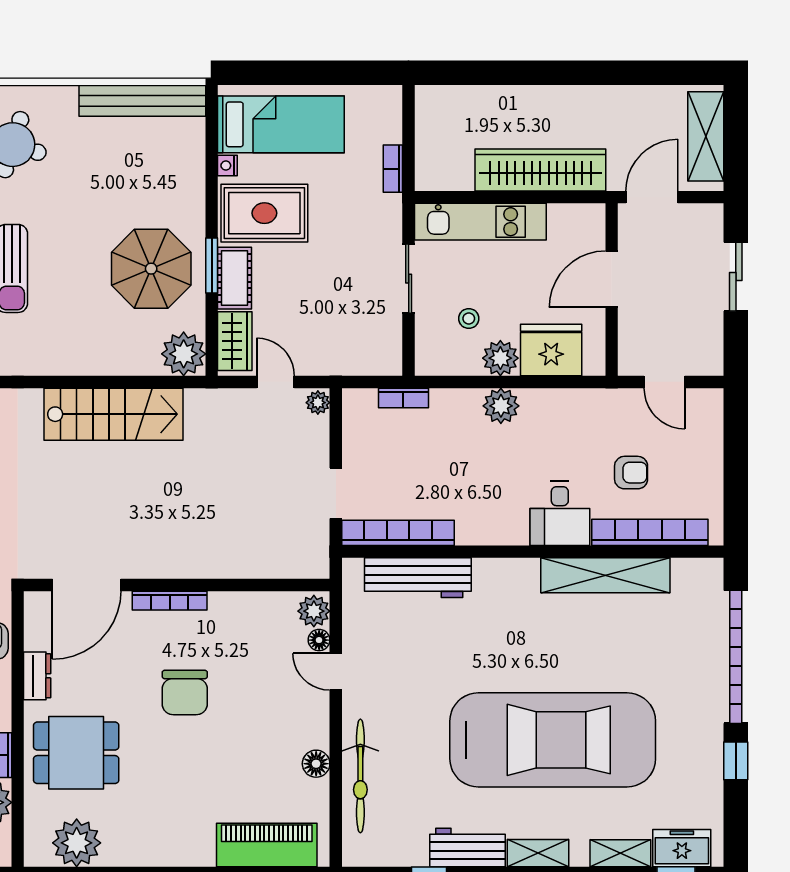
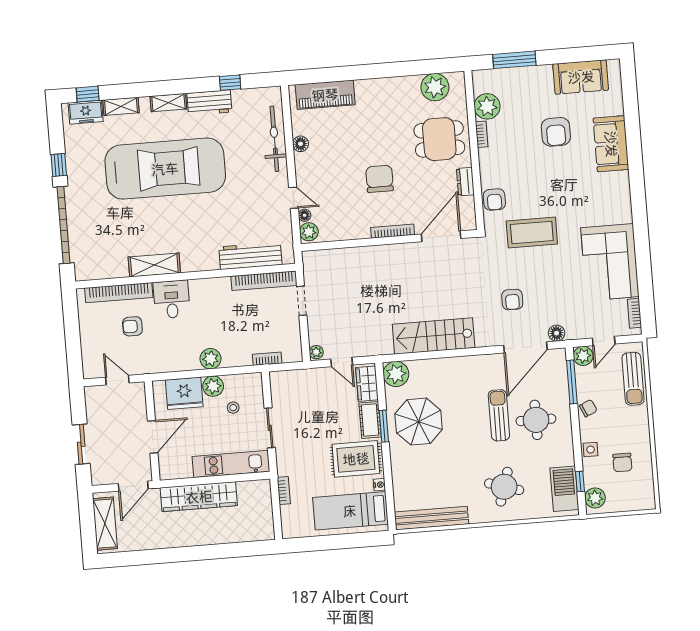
shelving: (605, 575) -> (154, 265), width x0.68
car: (553, 740) -> (165, 169), turned 180

